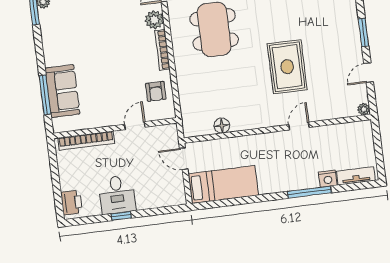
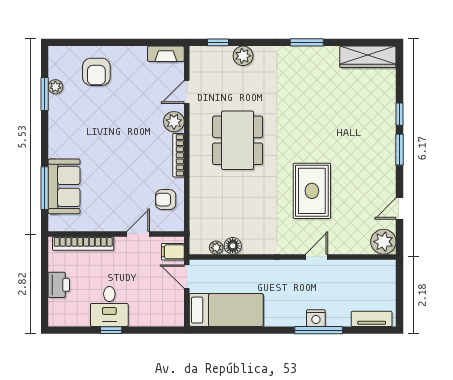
window: (363, 32) -> (400, 150), moved
armchair: (156, 91) -> (166, 200), turned 90
plant: (364, 109) -> (383, 242), width x1.88, depth x1.88
plant: (207, 129) -> (216, 248), added
filing cabinet: (168, 138) -> (173, 252), added
nightstand: (328, 179) -> (316, 318), moved
printer: (71, 203) -> (59, 285), moved

